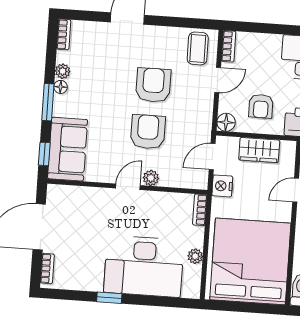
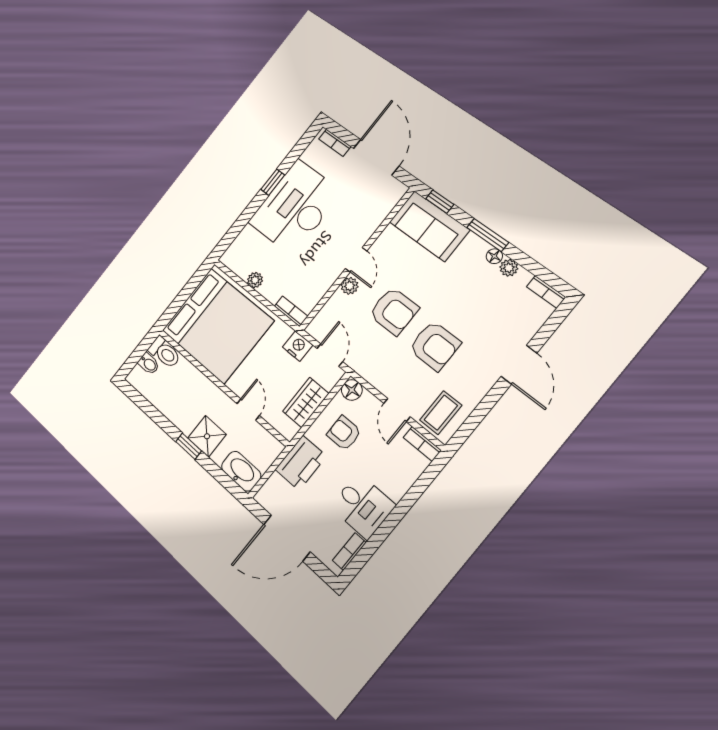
coffee table: (198, 48) -> (441, 413), turned 90
desk: (144, 266) -> (295, 207), moved

